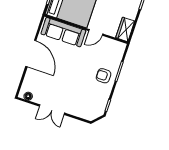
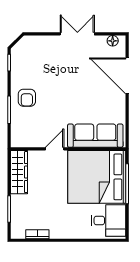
wardrobe: (125, 29) -> (19, 172), width x1.50
door: (31, 54) -> (127, 76), moved
armchair: (104, 76) -> (27, 98), turned 90

